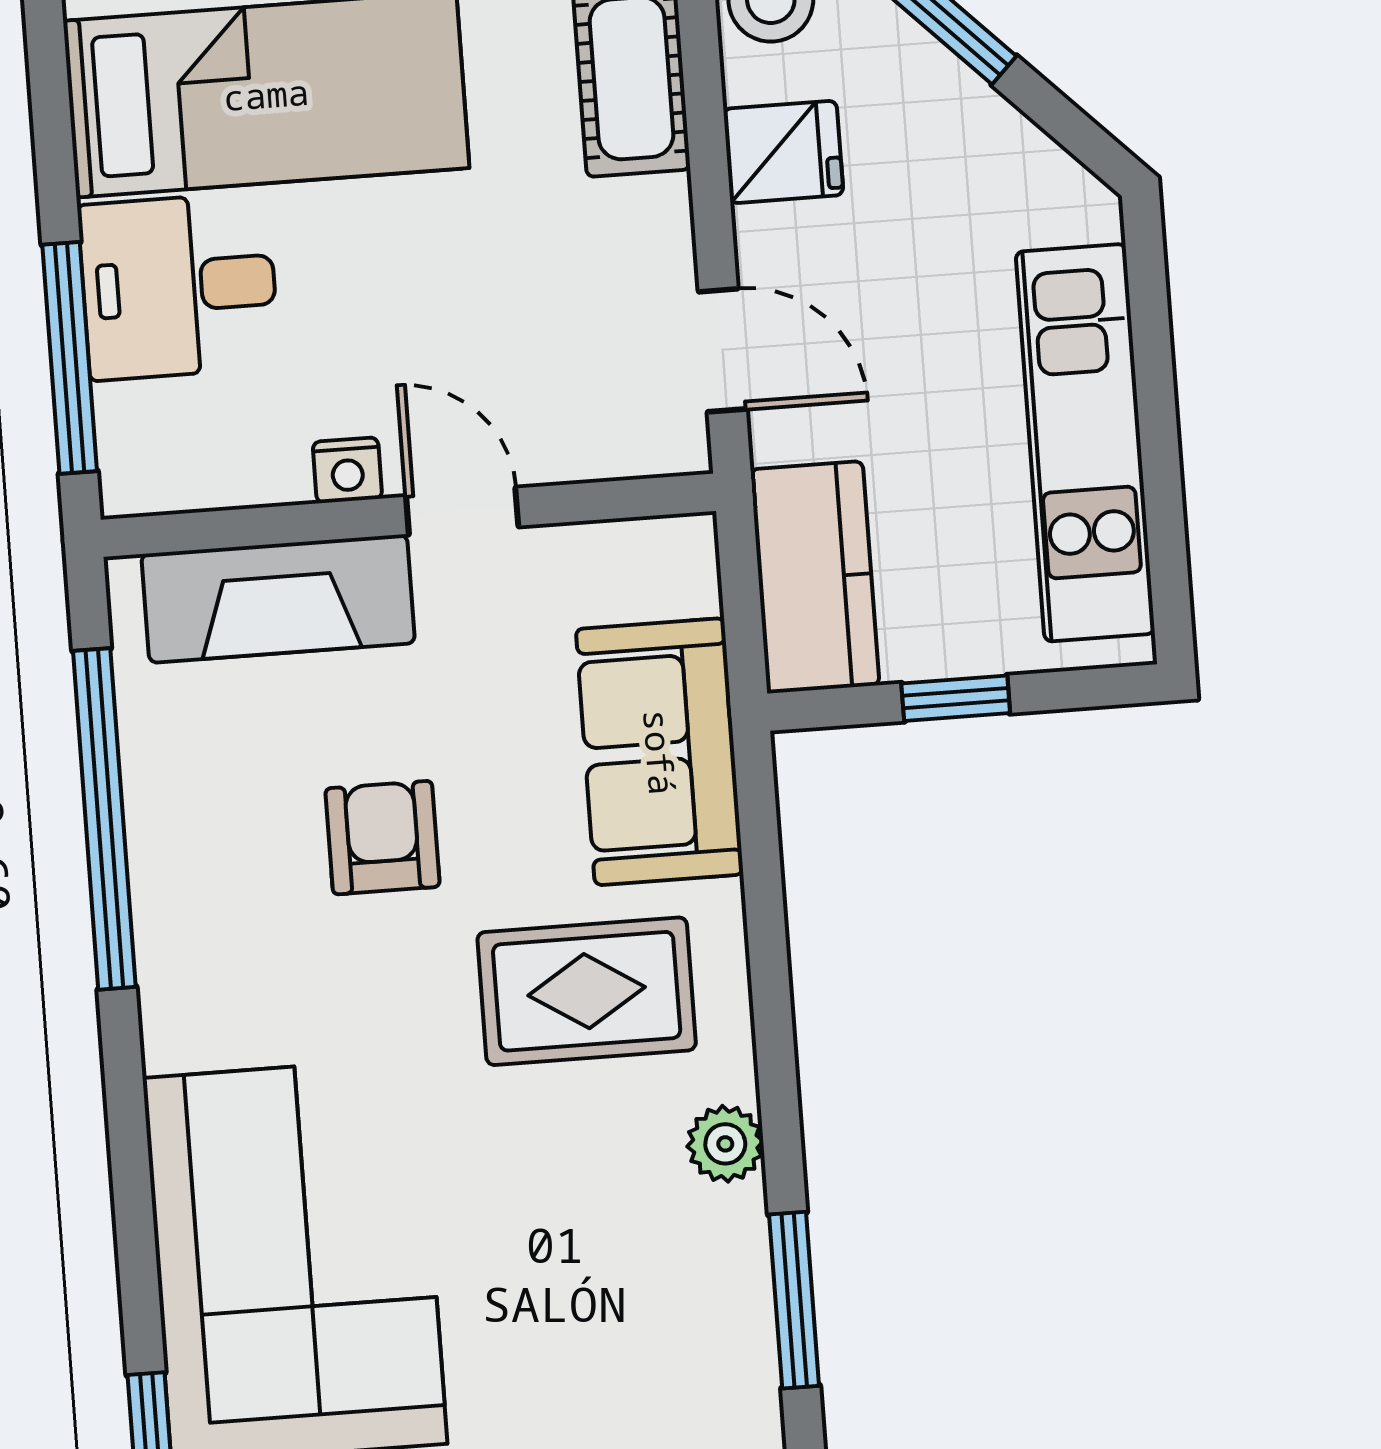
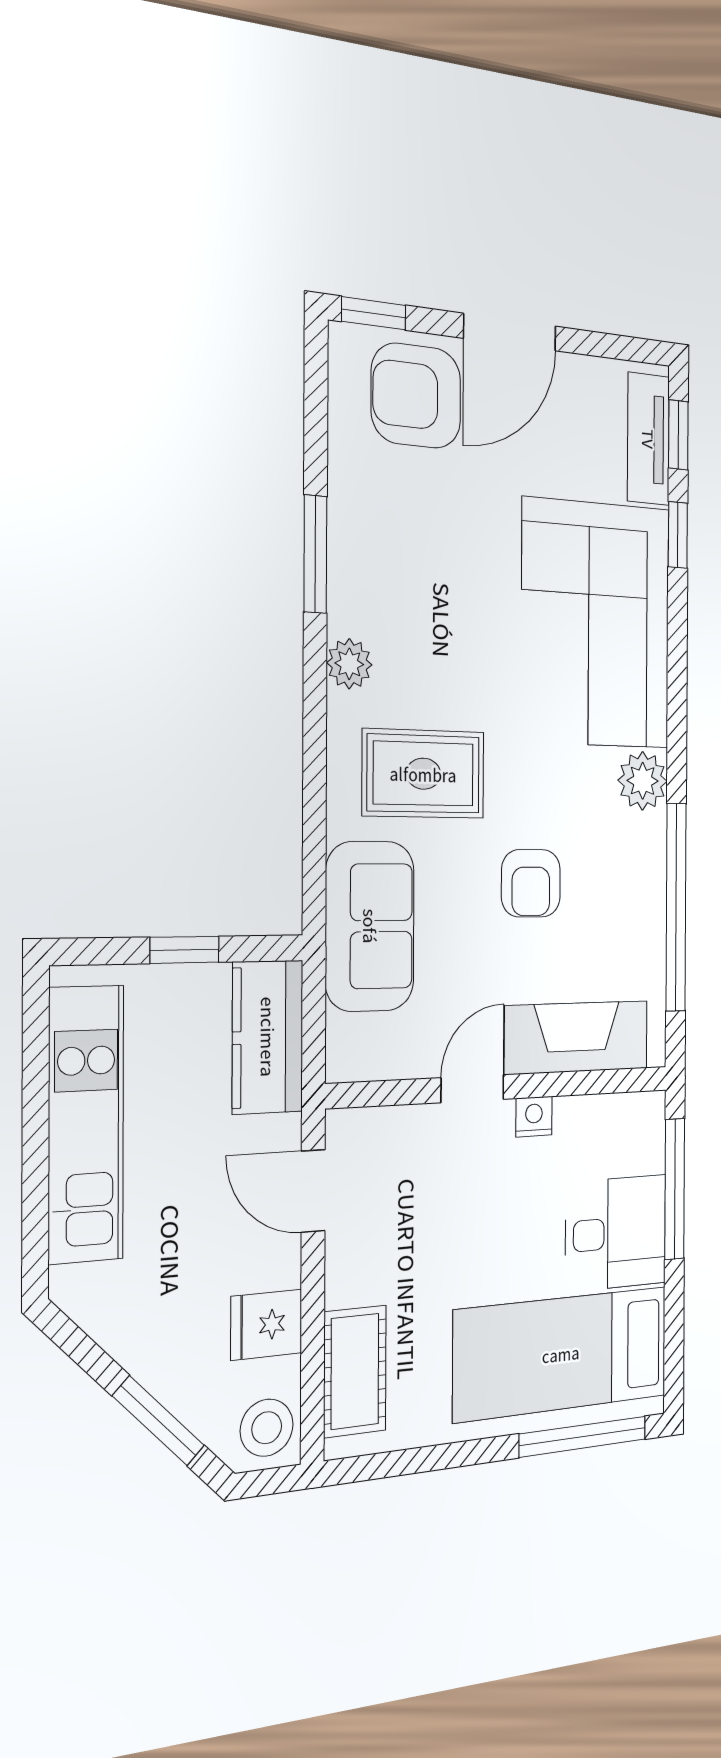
door: (462, 511) -> (472, 1089), swing flipped
plant: (186, 1019) -> (643, 781), added

